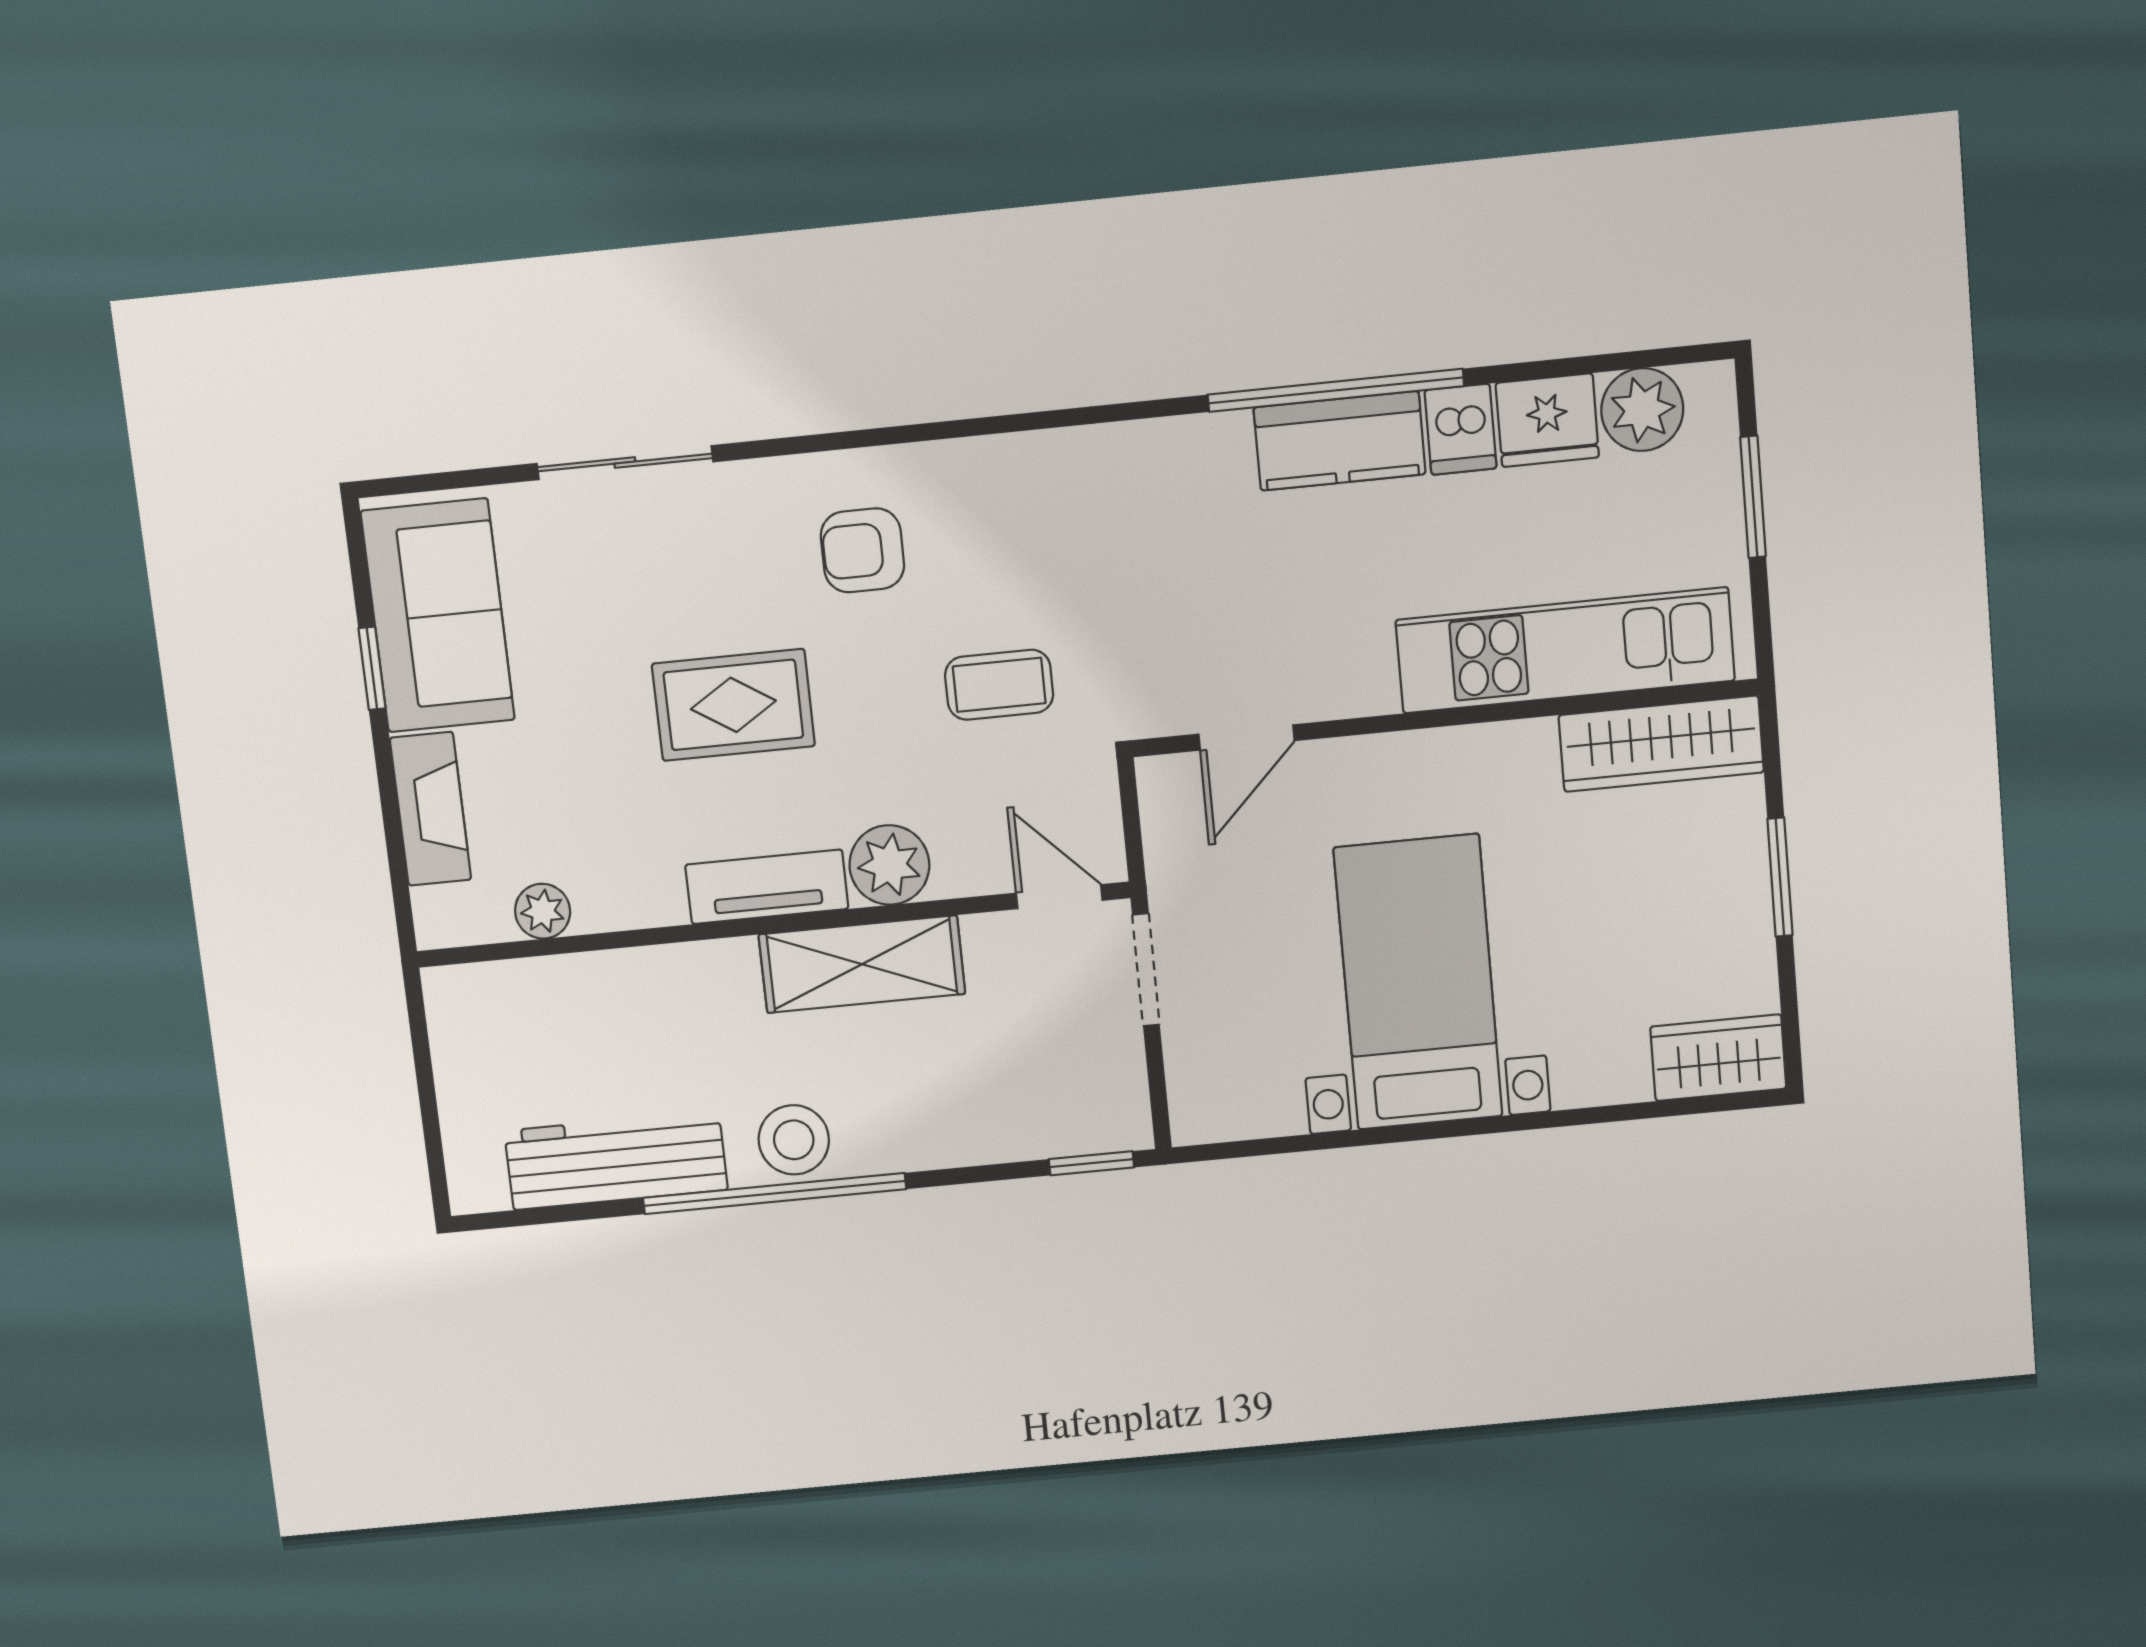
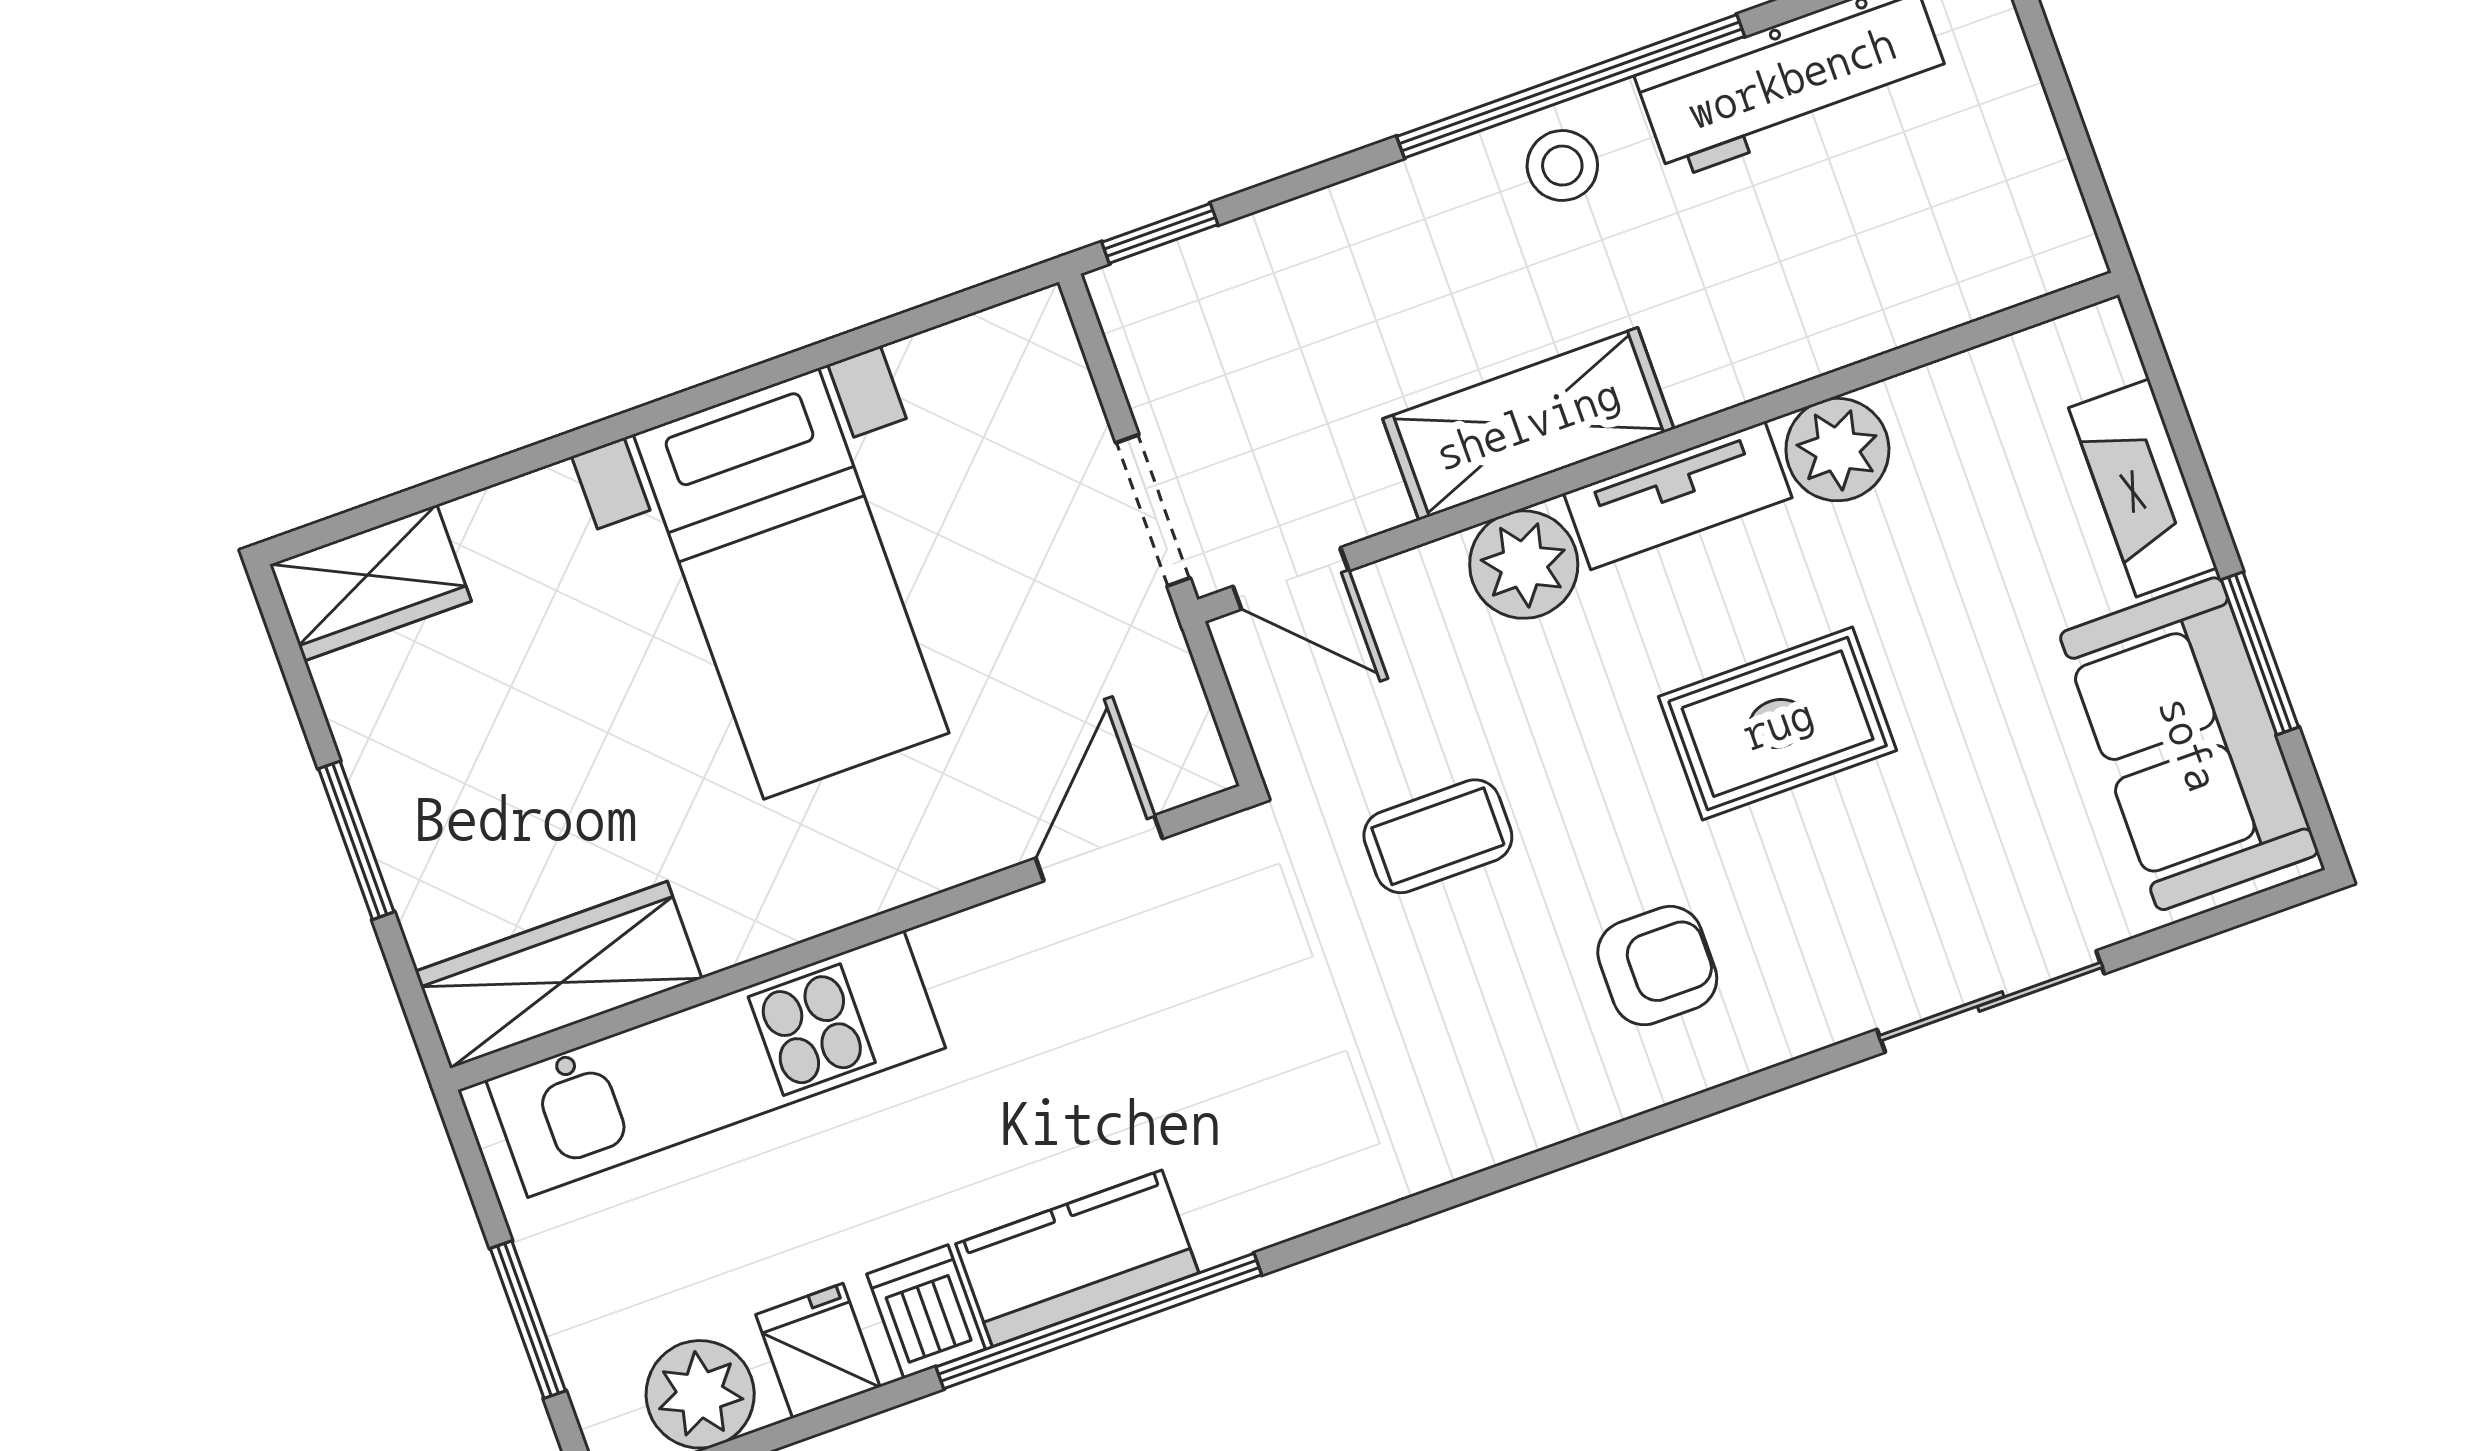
fridge: (1547, 420) -> (818, 1351), width x0.72
window: (372, 668) -> (2260, 653), width x1.50
plant: (543, 911) -> (1837, 450), moved, width x1.38, depth x1.38
stool: (794, 1140) -> (1562, 166), width x0.73, depth x0.73

